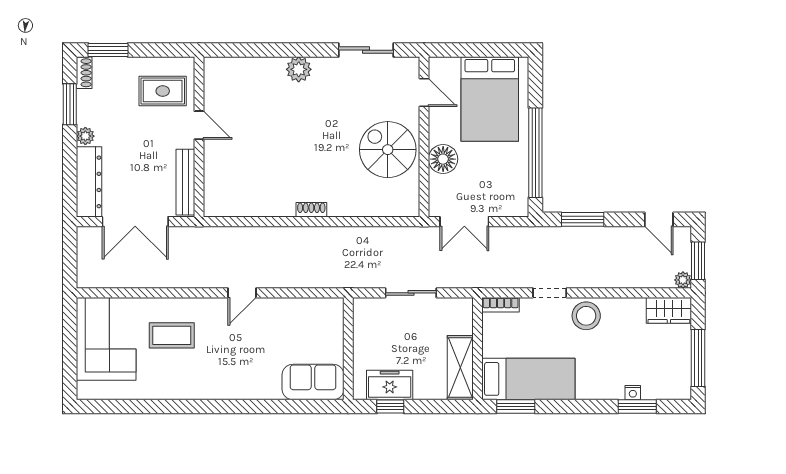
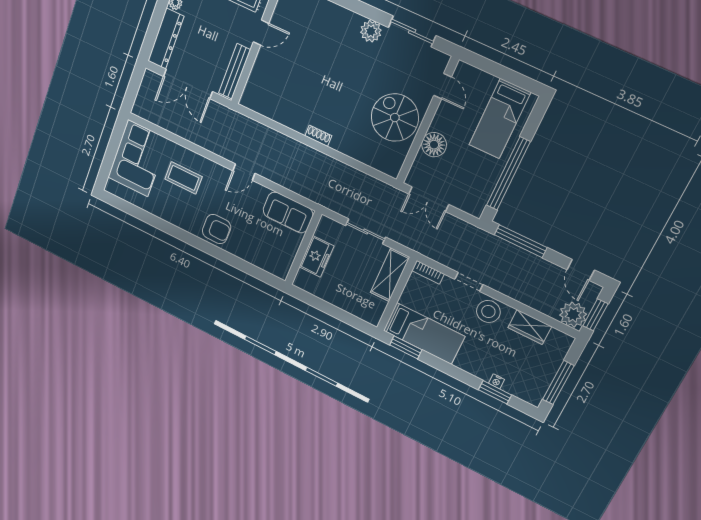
plant: (299, 69) -> (371, 31), moved
bed: (490, 99) -> (500, 119), width x0.67
door: (199, 125) -> (261, 33), hinge flipped
window: (583, 219) -> (521, 241), width x1.44
plant: (683, 280) -> (573, 315), width x1.88, depth x1.88
wardrobe: (669, 310) -> (530, 327), moved
shelving: (460, 368) -> (390, 275), moved
armchair: (236, 378) -> (217, 229), added
sofa: (313, 382) -> (288, 212), moved, turned 180
freezer: (390, 385) -> (316, 256), moved, turned 90
window: (390, 406) -> (316, 302), removed

